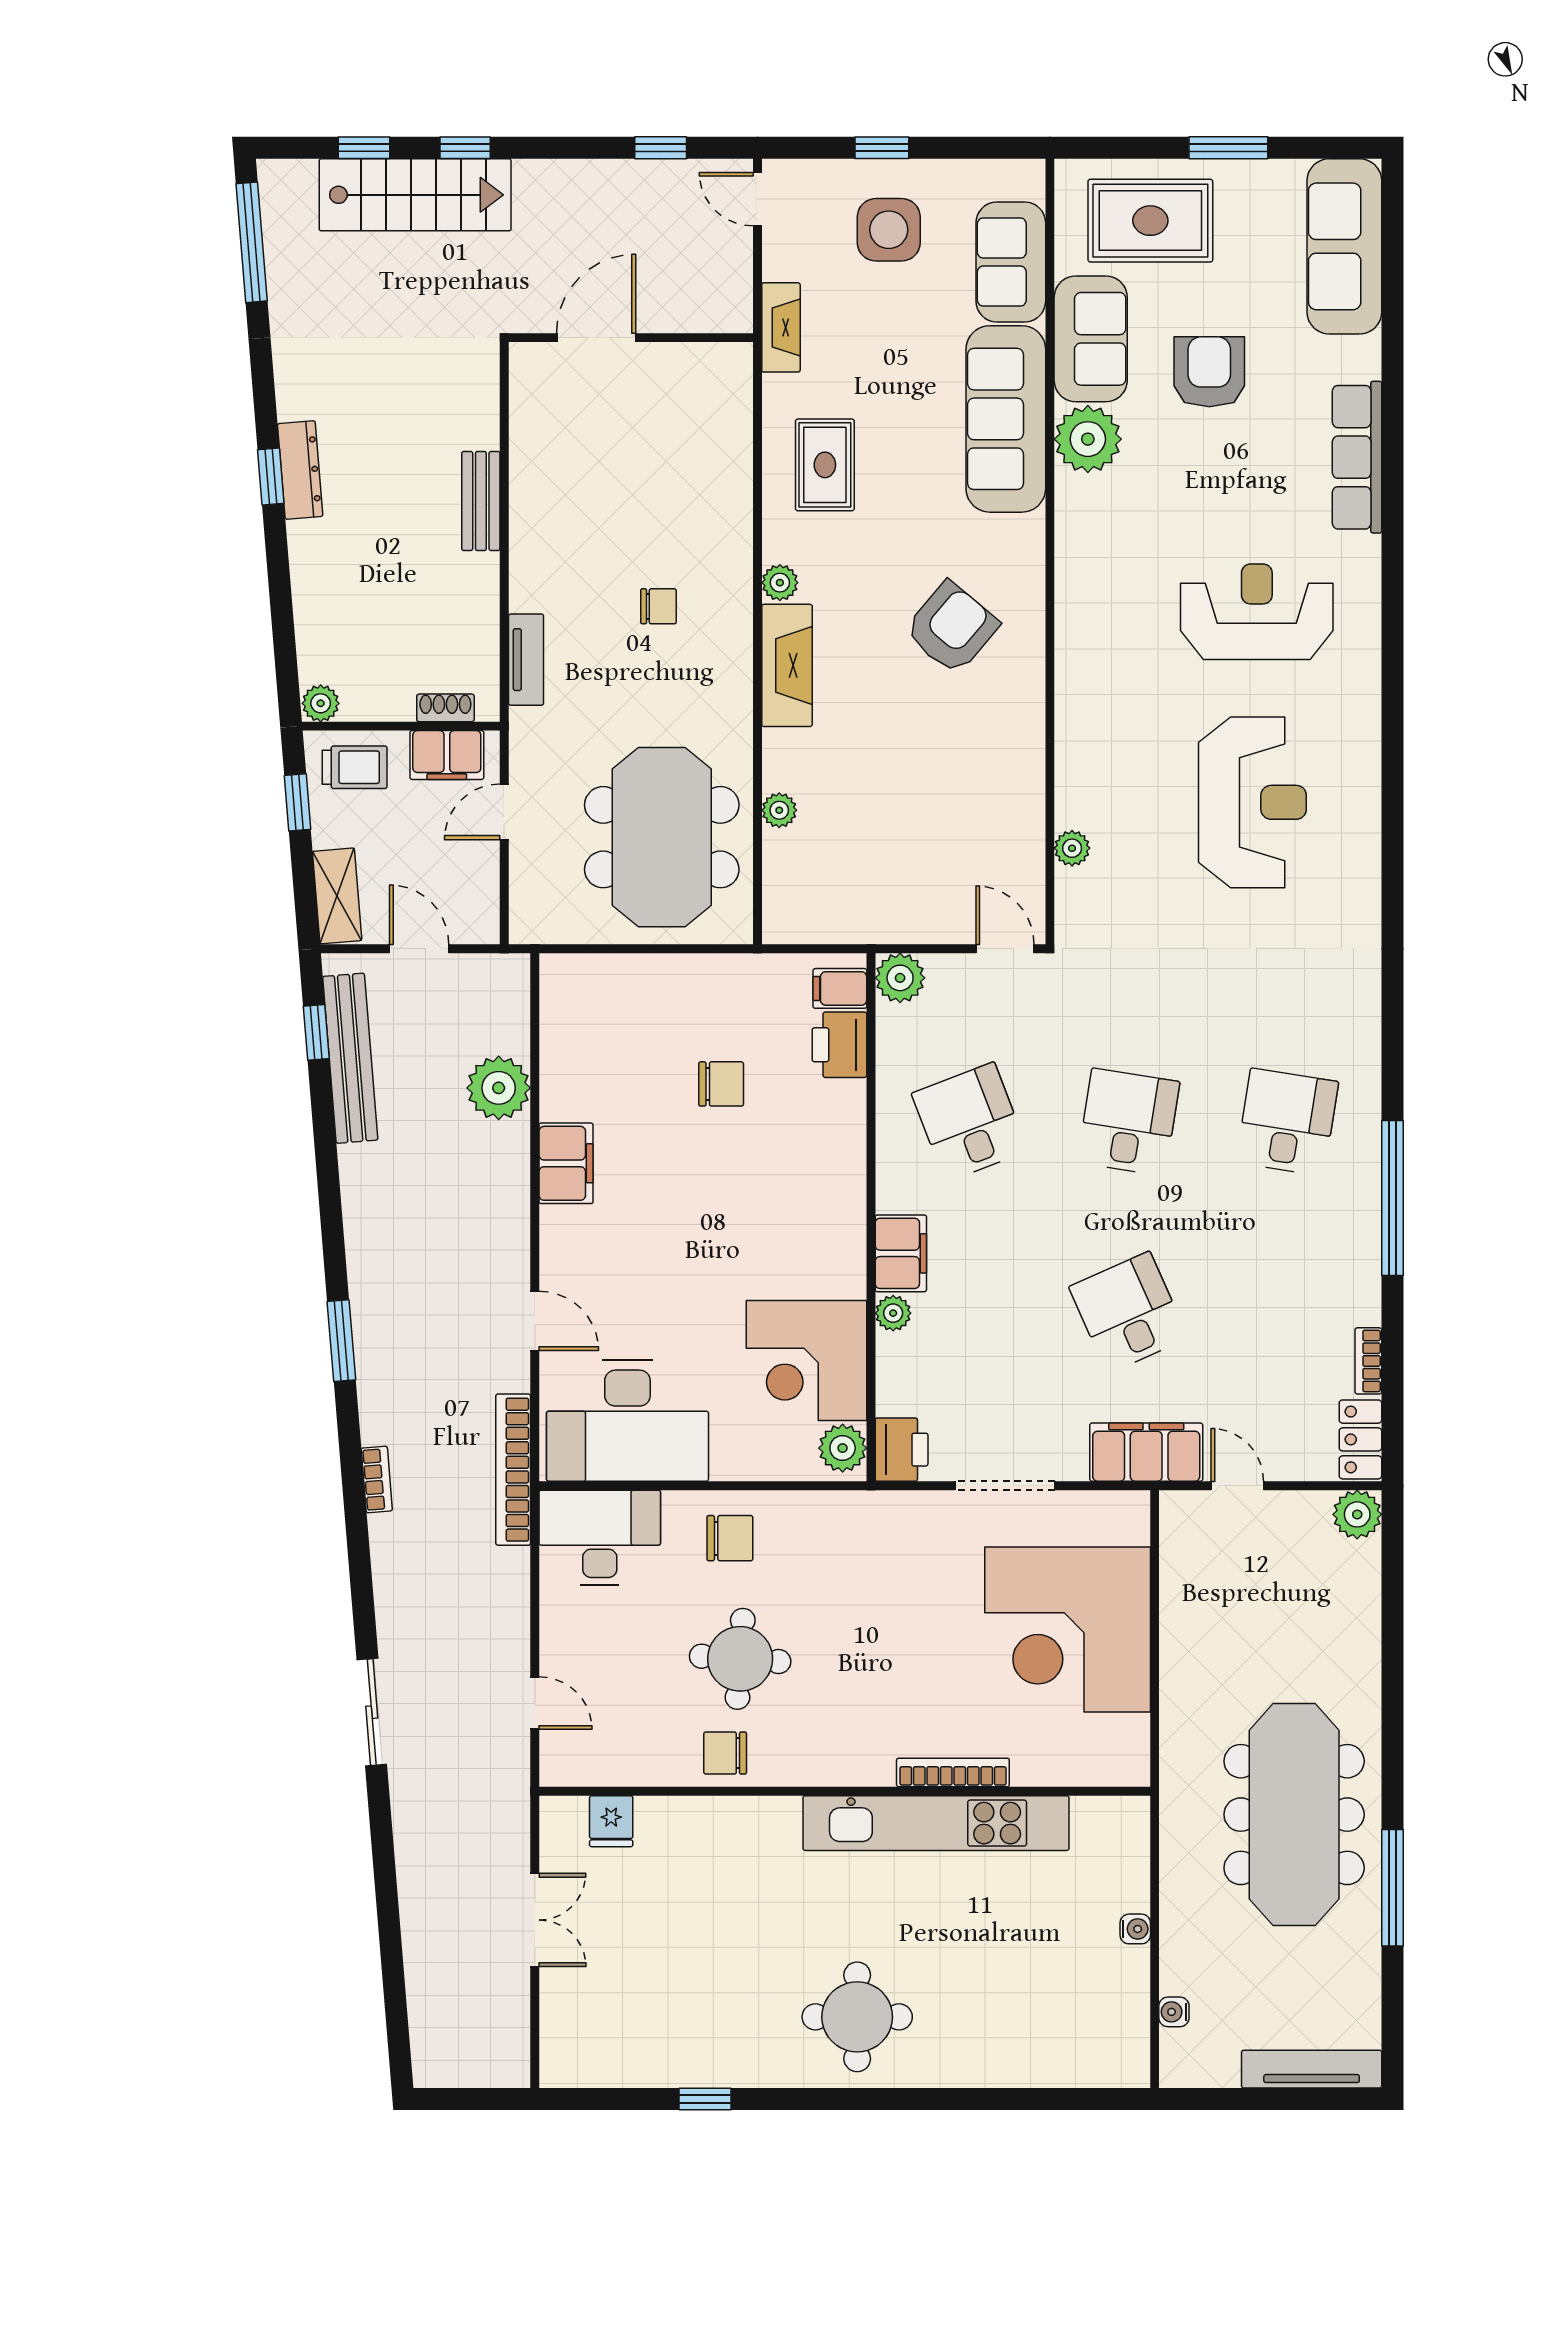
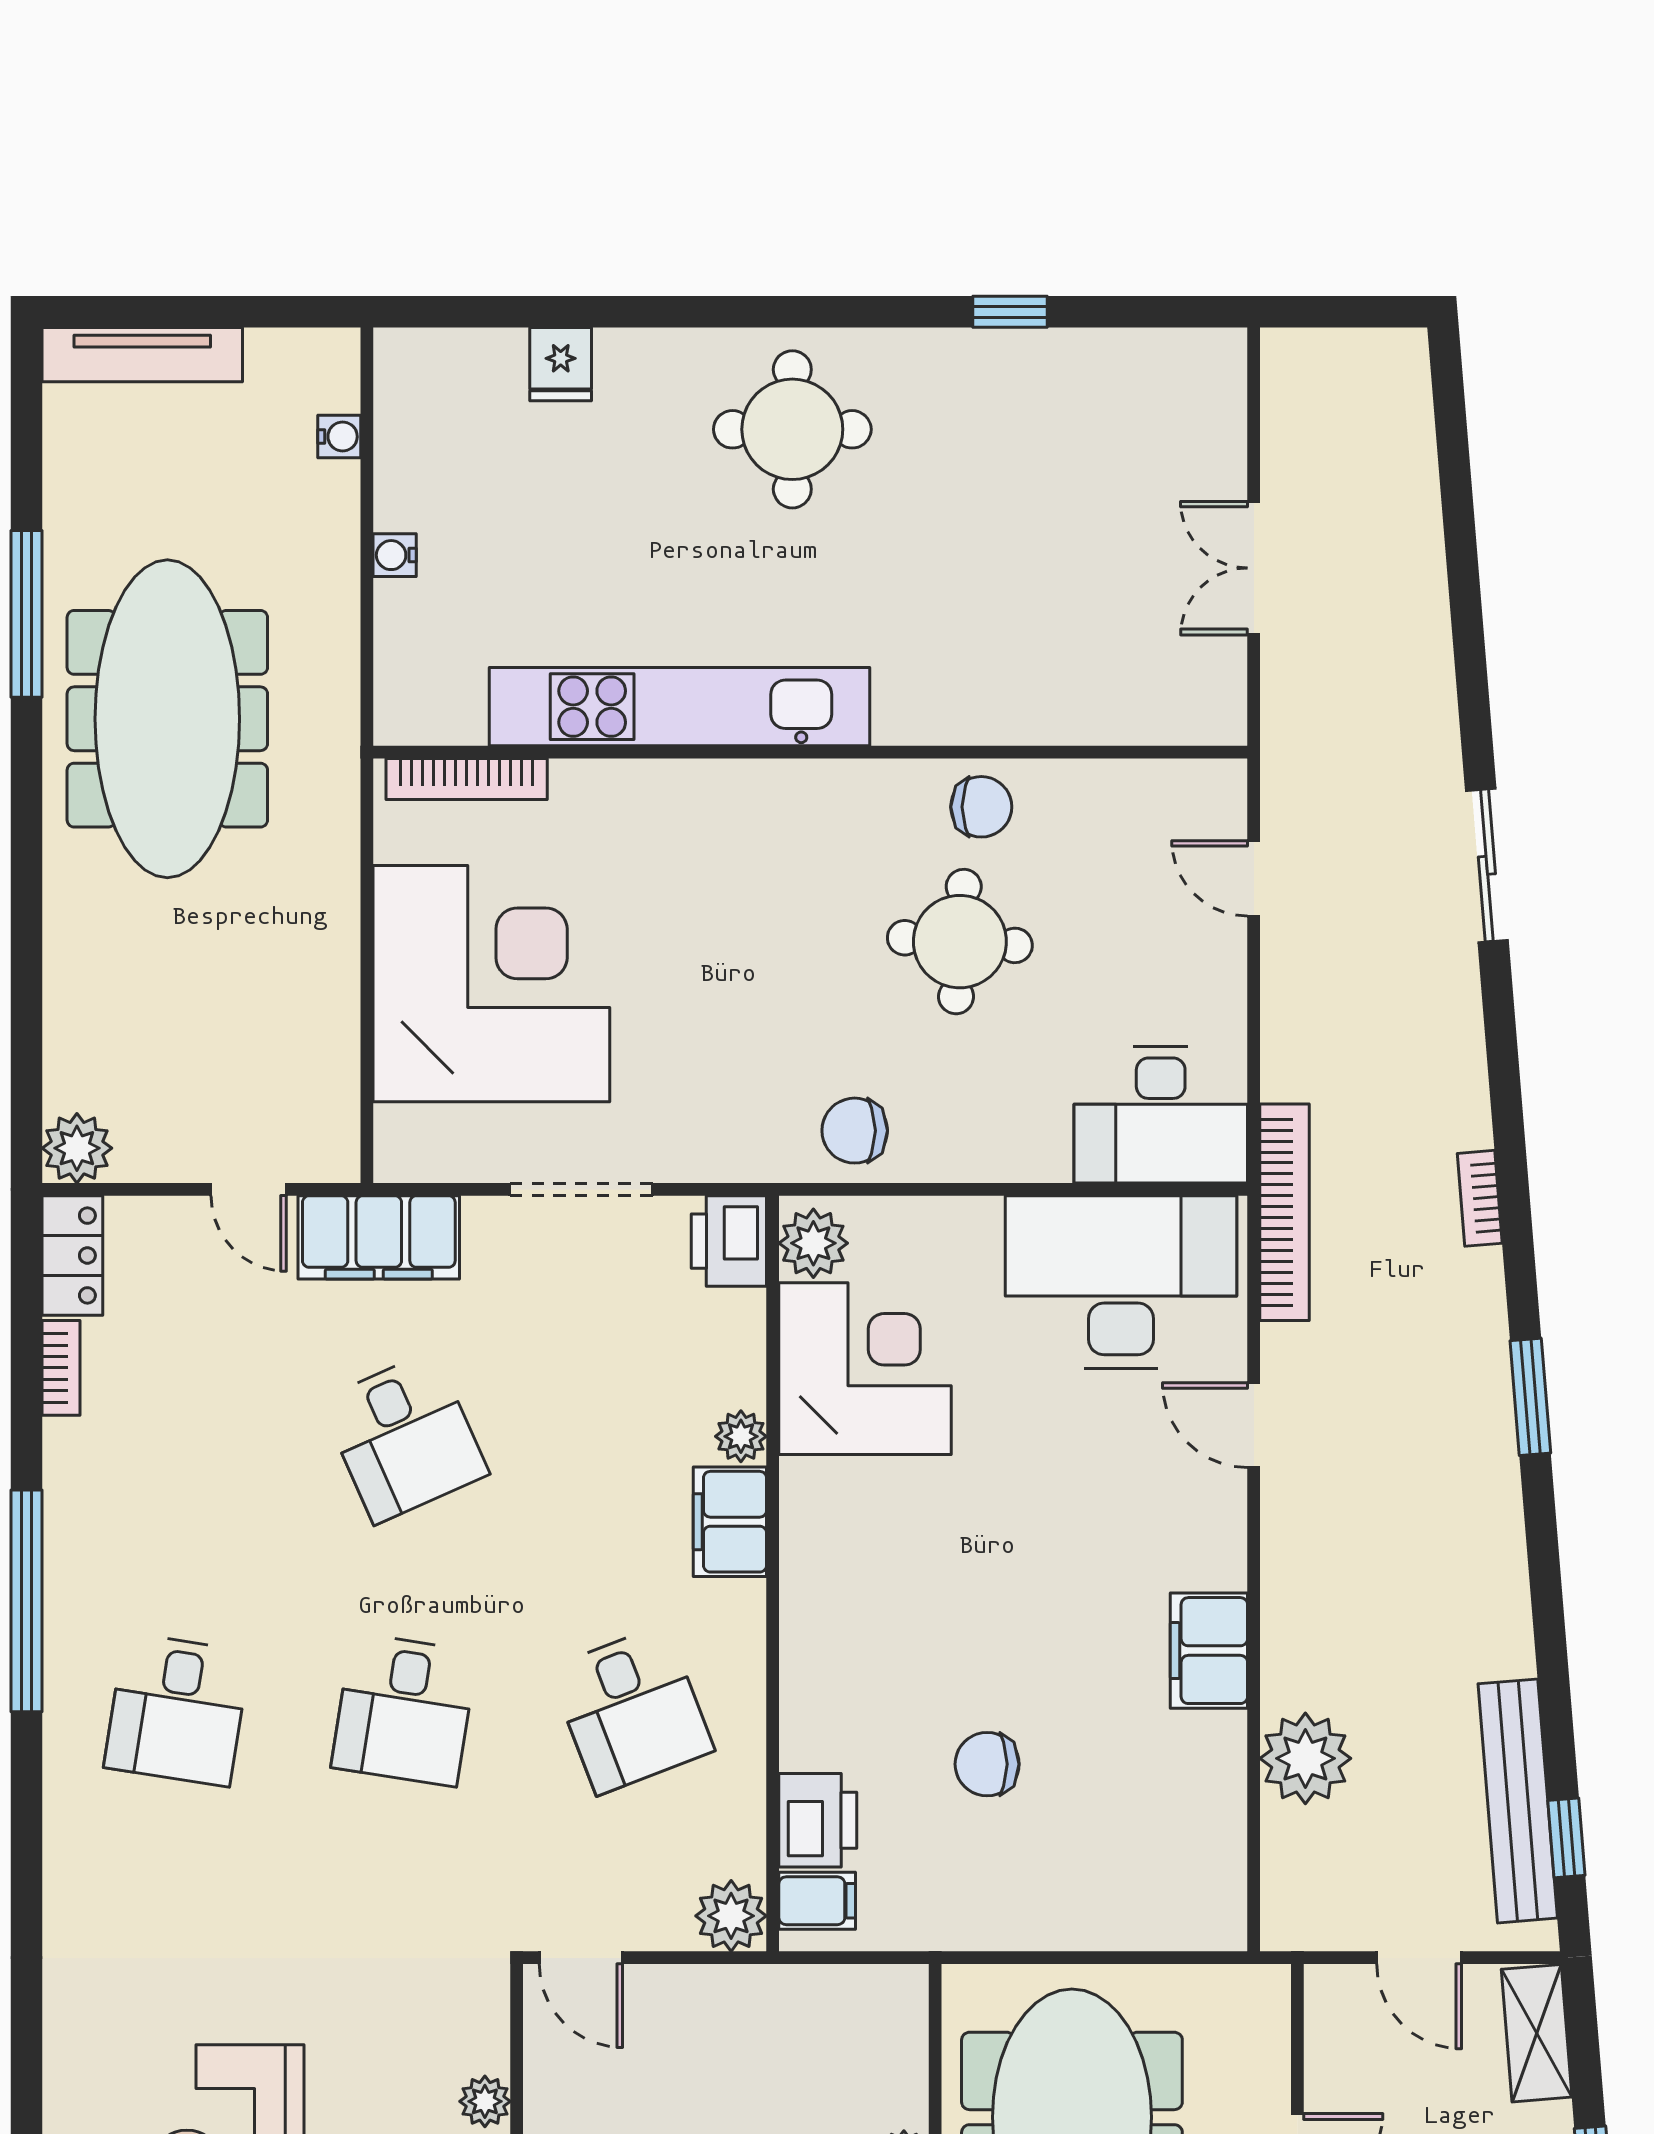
chair: (730, 1538) -> (855, 1131), moved
bookcase: (953, 1772) -> (467, 779), moved
fridge: (611, 1821) -> (561, 364), moved, turned 180

